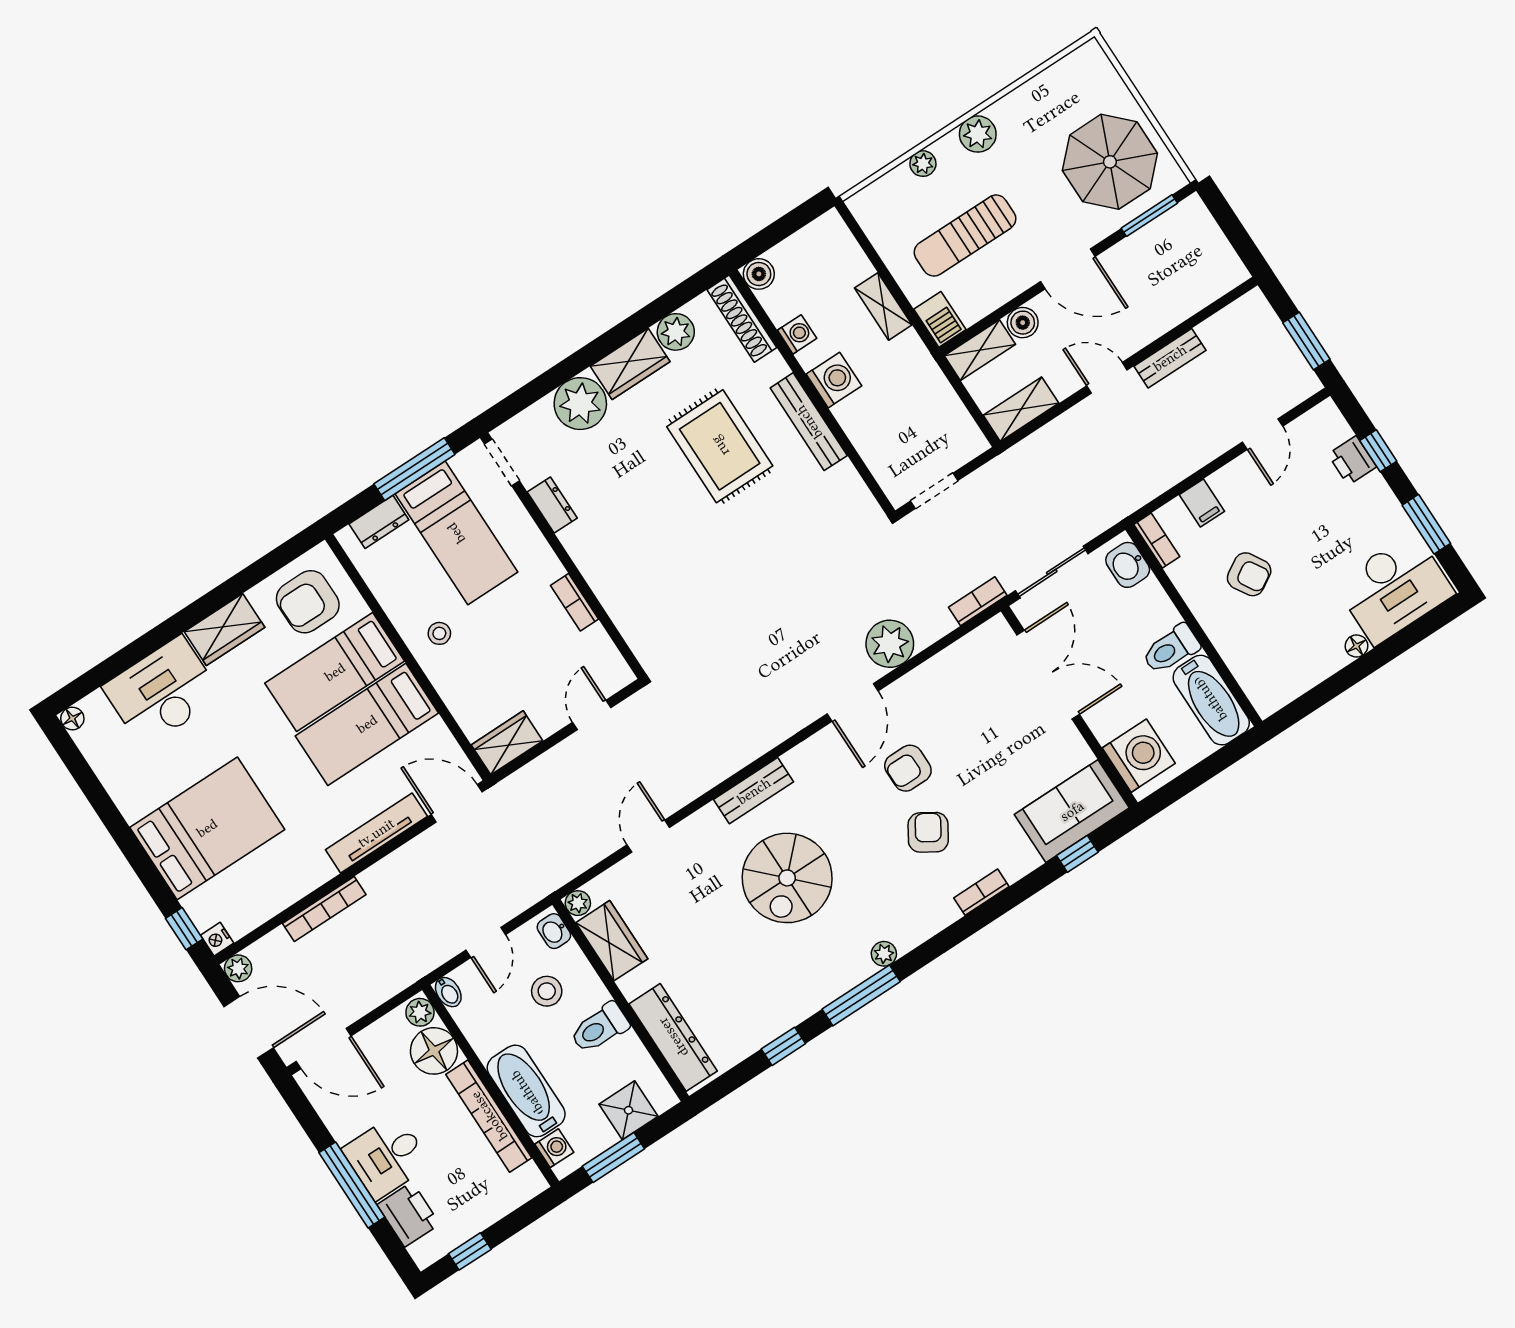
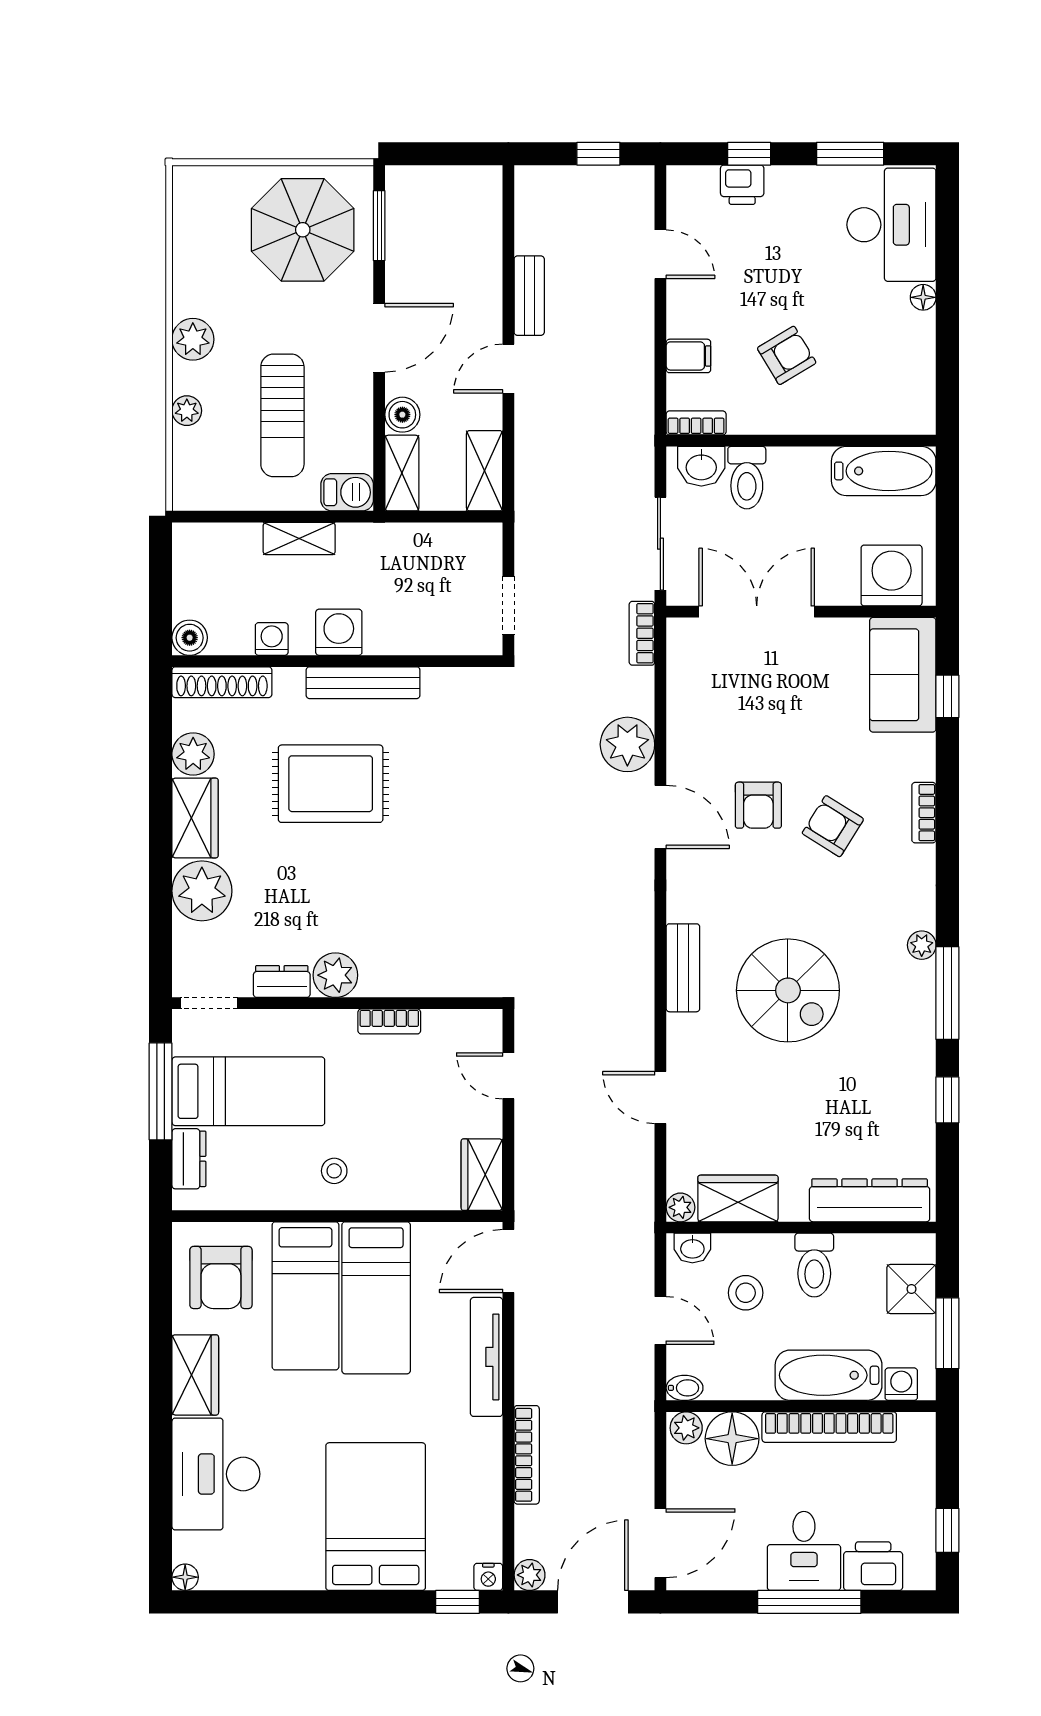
window: (1306, 341) -> (598, 154), width x0.67
plant: (583, 541) -> (335, 975), added
toilet: (1171, 649) -> (747, 478), moved

